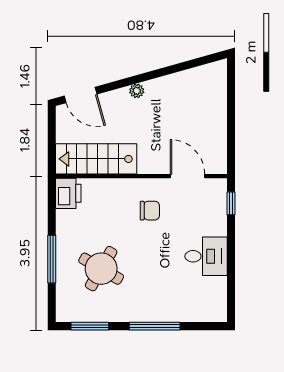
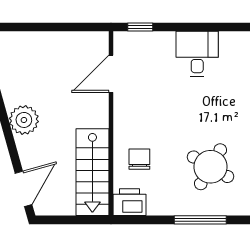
plant: (137, 91) -> (24, 120), width x1.88, depth x1.88
chair: (150, 211) -> (139, 159), moved

